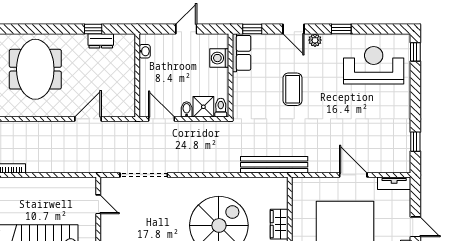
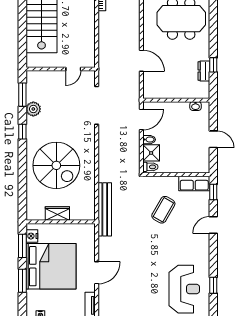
window: (341, 29) -> (213, 285), moved
plant: (315, 40) -> (204, 242), removed
washing machine: (219, 58) -> (190, 166), removed
coffee table: (293, 89) -> (163, 210), moved, turned -60

